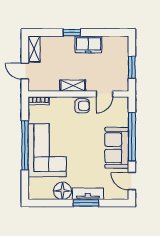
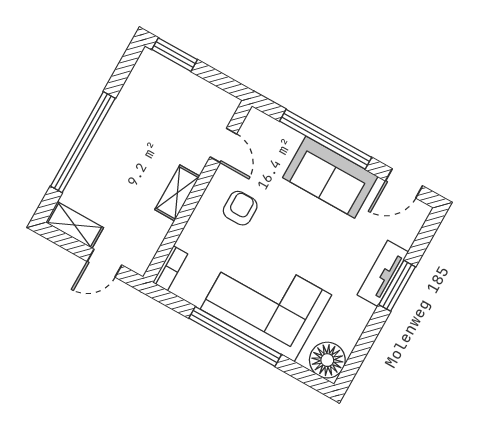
window: (72, 33) -> (83, 142), width x3.17
freezer: (88, 44) -> (120, 125), removed
window: (132, 67) -> (175, 55), moved
armchair: (82, 106) -> (240, 208), moved
floor lamp: (62, 191) -> (327, 360), moved

